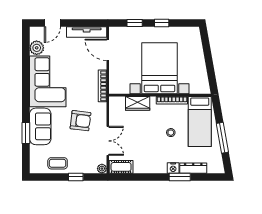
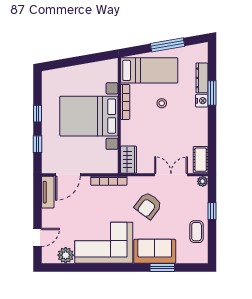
door: (52, 23) -> (37, 237), hinge flipped
tv unit: (87, 32) -> (48, 192), width x0.71
wardrobe: (138, 103) -> (128, 160), moved
armchair: (80, 121) -> (148, 206), turned -150

